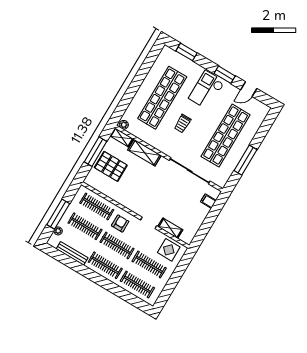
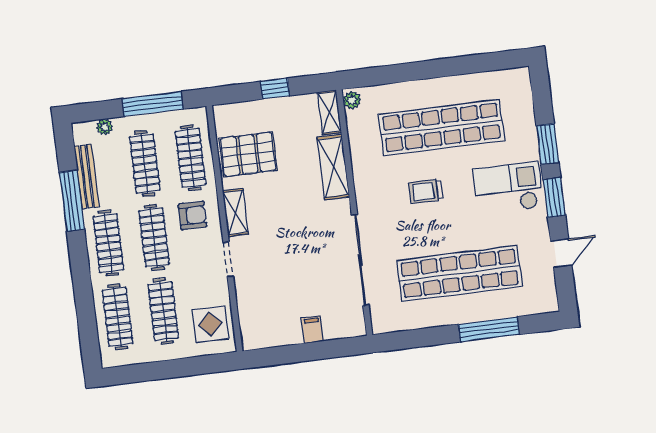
window: (187, 52) -> (548, 144), moved
door: (249, 89) -> (561, 253), swing flipped
window: (95, 152) -> (275, 89), width x0.46
window: (245, 160) -> (489, 329), moved
pallet: (111, 166) -> (248, 154), moved, turned 90
filing cabinet: (208, 201) -> (312, 330), moved
window: (58, 214) -> (153, 104), moved
shelving: (170, 228) -> (235, 212), moved
window: (77, 267) -> (72, 201), added

